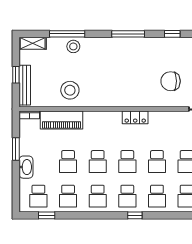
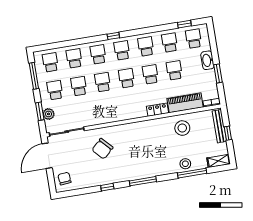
chair: (171, 81) -> (102, 149), turned 137
locker: (135, 117) -> (157, 110), moved

